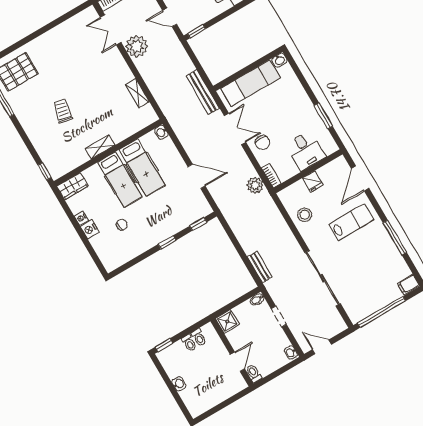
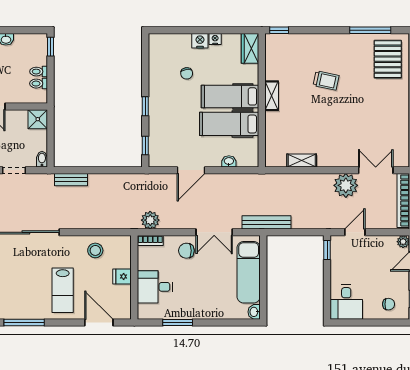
washbasin: (161, 132) -> (229, 161), moved

